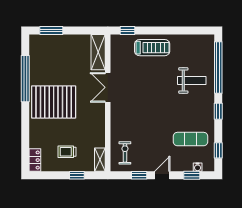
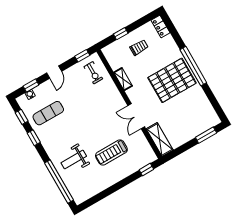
treadmill: (152, 48) -> (111, 152), moved
window: (25, 79) -> (193, 66), moved
double door: (108, 87) -> (136, 116), swing flipped
window: (218, 111) -> (34, 138), moved
shelving: (100, 160) -> (123, 79), moved
window: (139, 175) -> (82, 56), moved

